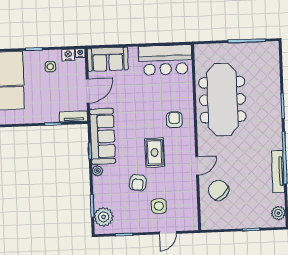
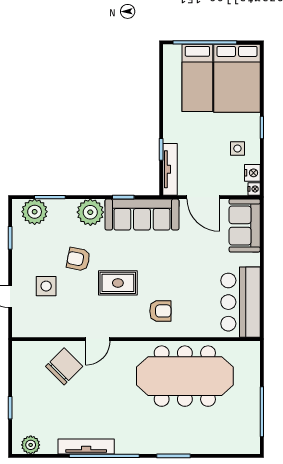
tv unit: (73, 116) -> (170, 169), width x1.41
door: (197, 166) -> (98, 339), hinge flipped
plant: (97, 171) -> (90, 212), width x1.88, depth x1.88

